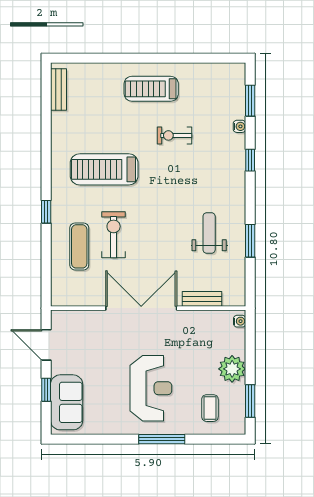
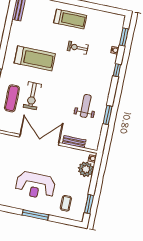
treadmill: (151, 89) -> (70, 19), turned 180
treadmill: (104, 169) -> (35, 58), turned 180
exercise bike: (114, 235) -> (32, 96), turned 180
plant: (232, 369) -> (86, 169), moved
reception desk: (151, 388) -> (35, 185), turned 90

